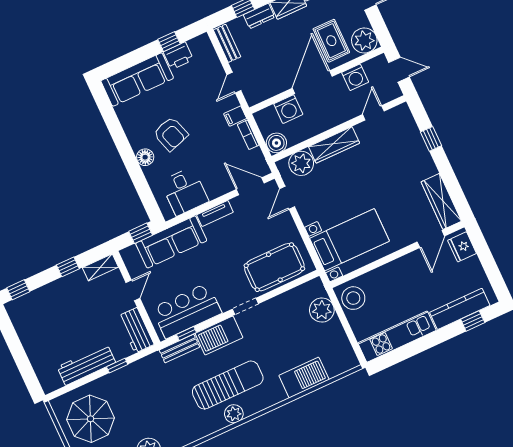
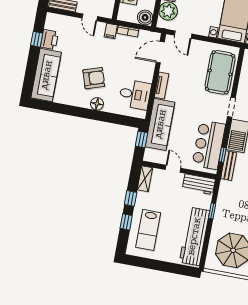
window: (18, 290) -> (126, 222), moved
lab bench: (47, 310) -> (148, 230), added
workbench: (86, 365) -> (194, 236), width x1.36, depth x1.32

